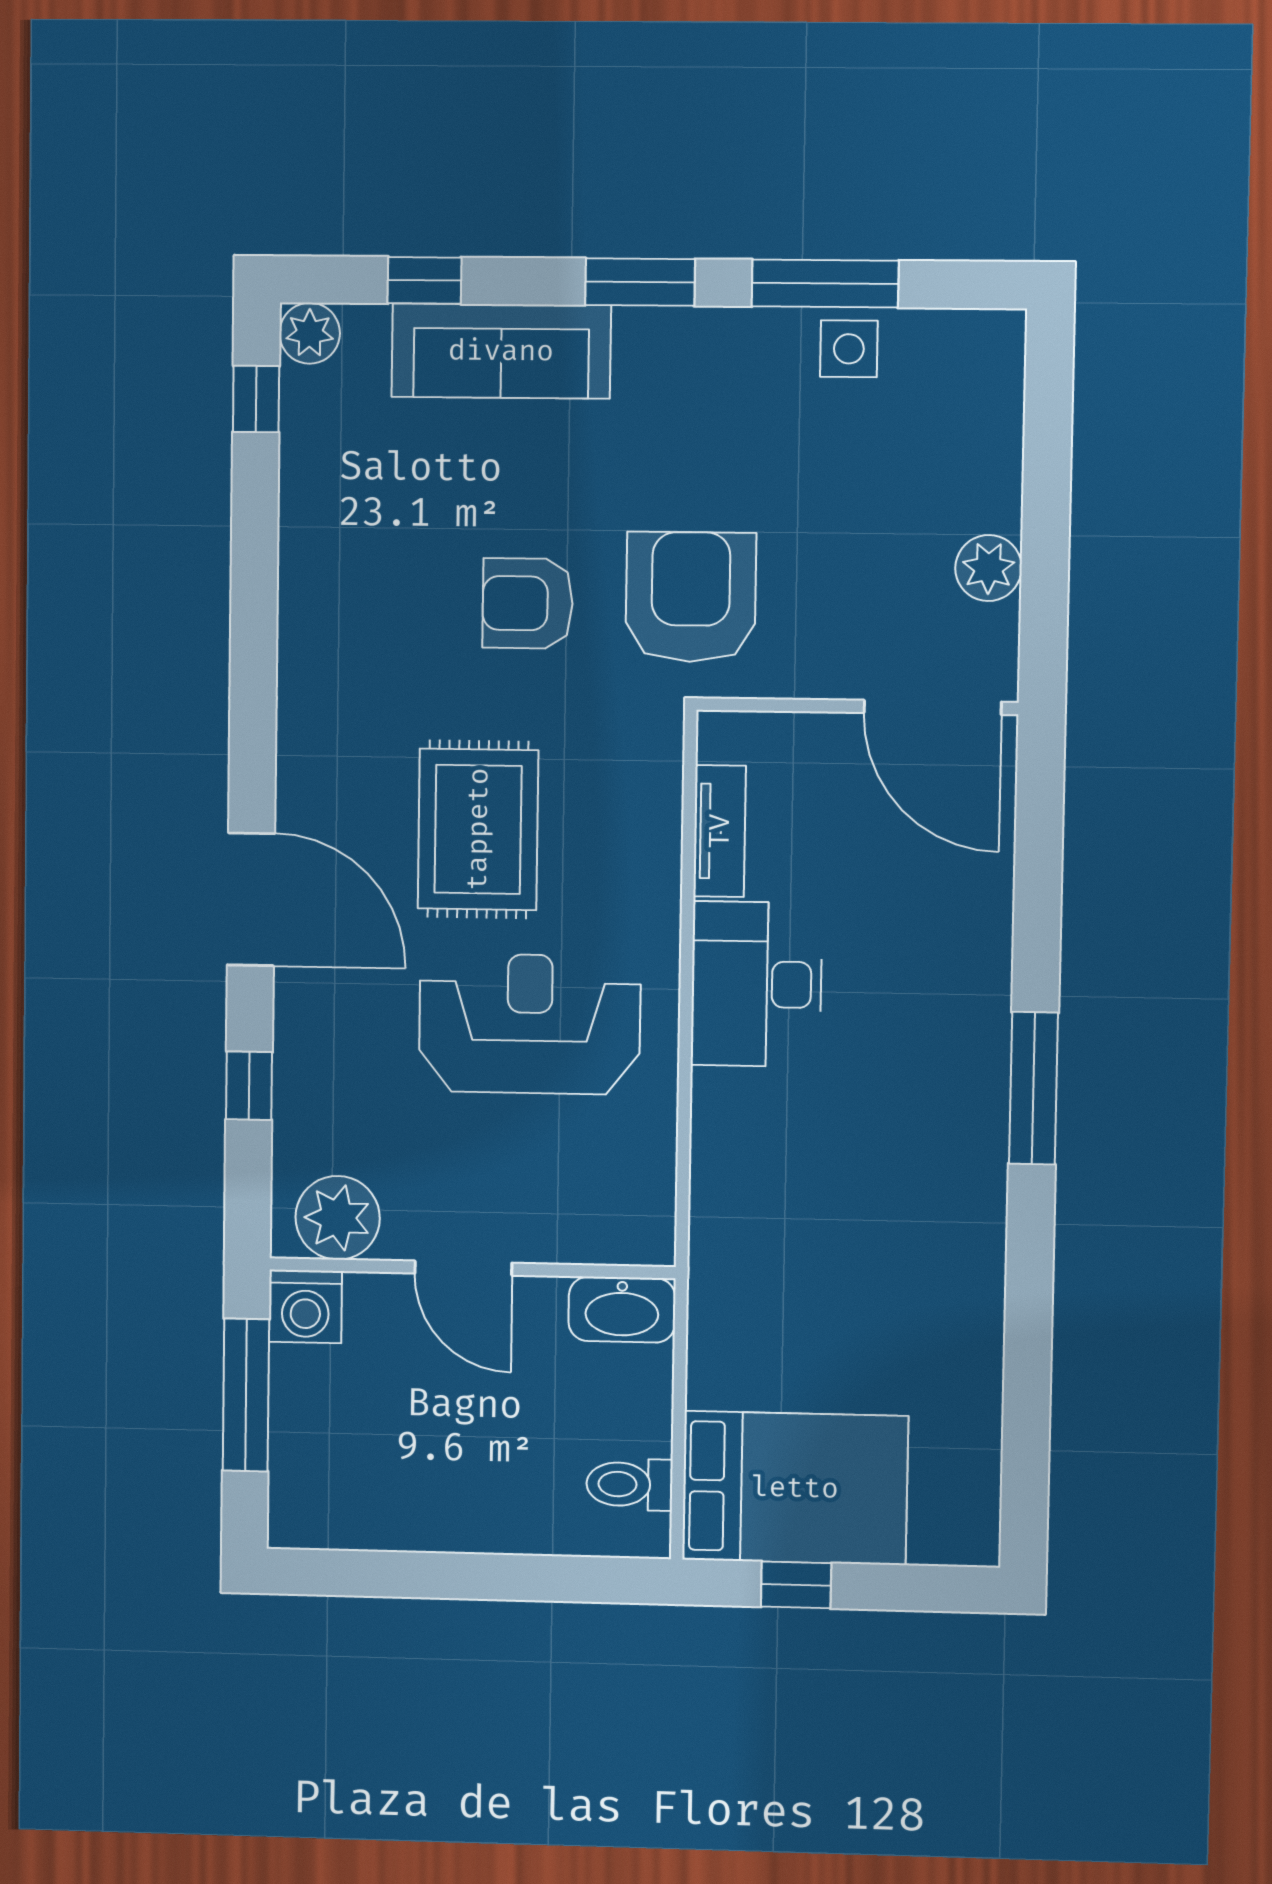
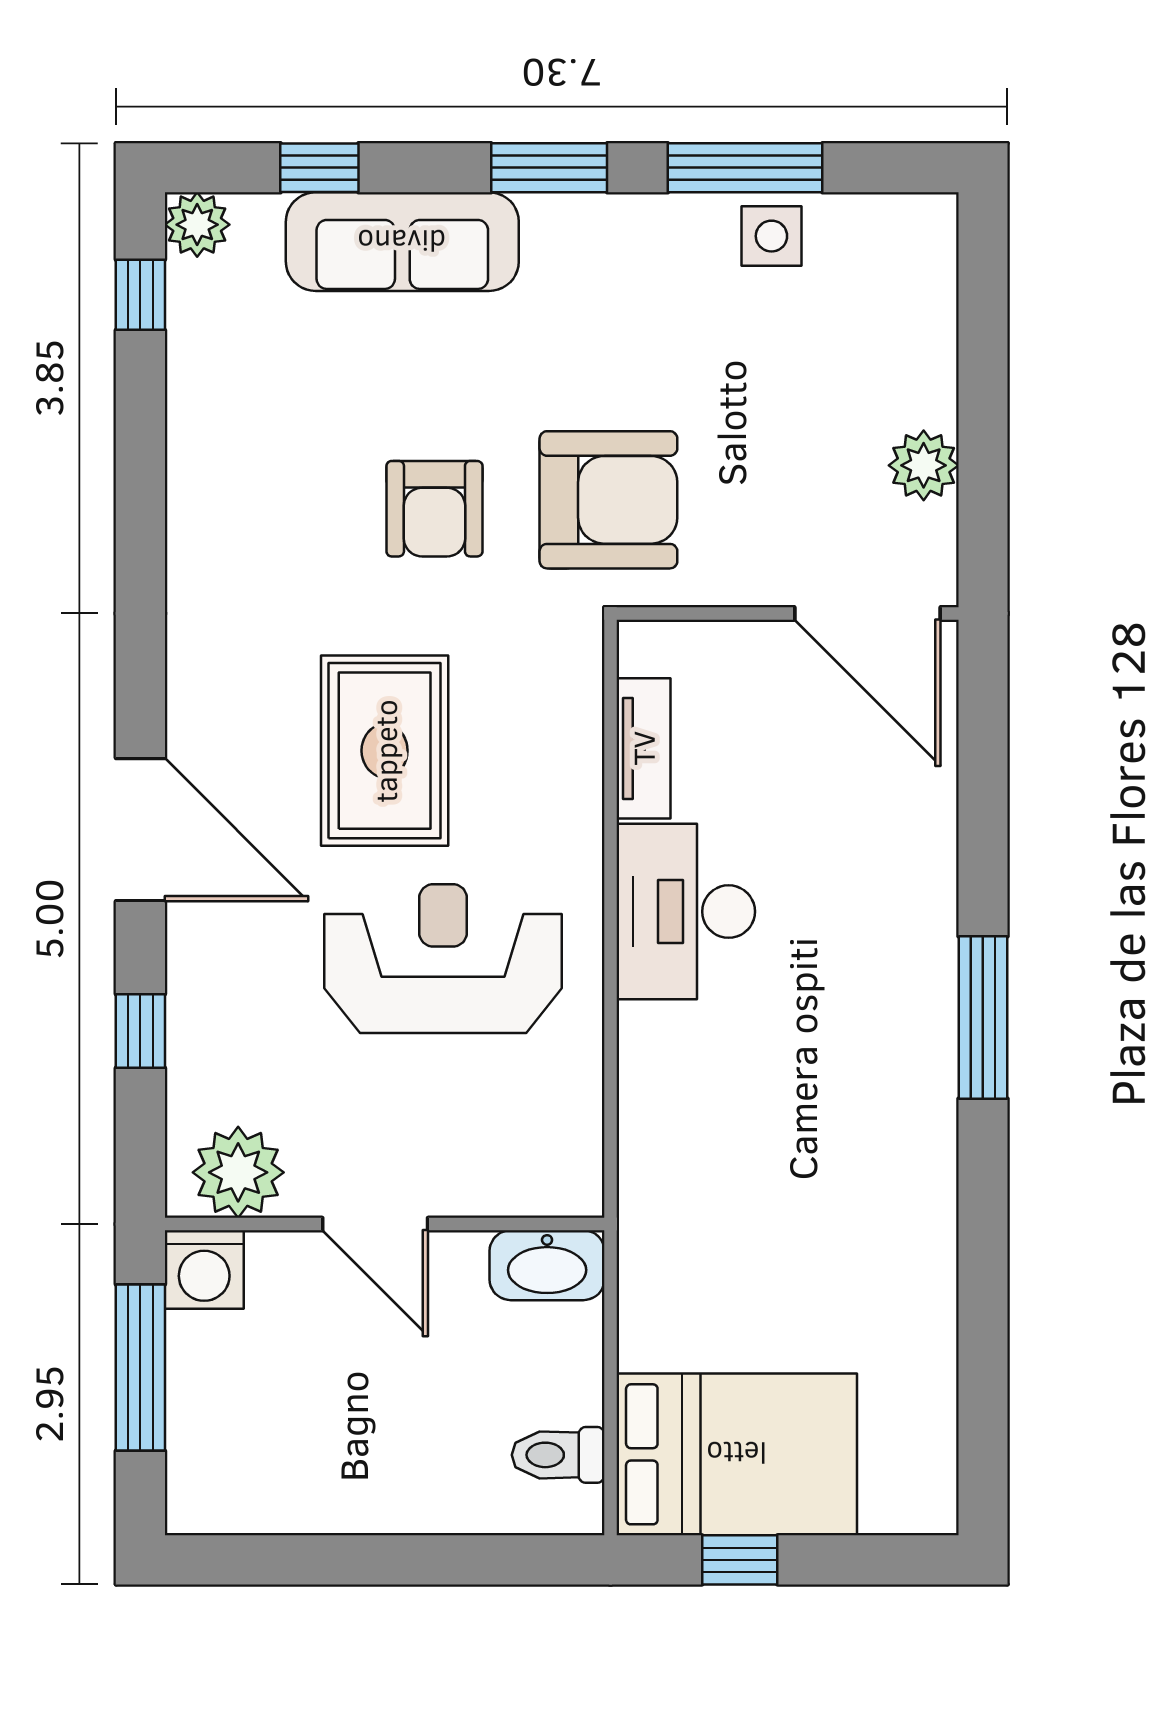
armchair: (691, 597) -> (608, 500), turned 90
armchair: (528, 603) -> (434, 509), turned -90

